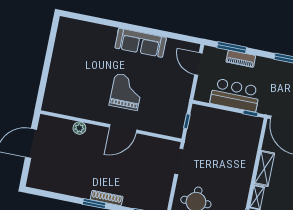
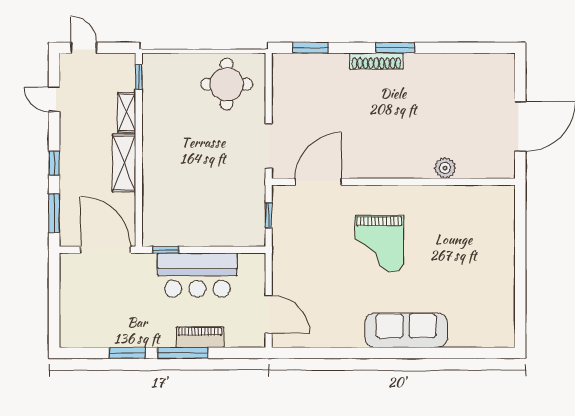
sofa: (141, 43) -> (406, 330), moved
window: (232, 48) -> (183, 353), moved
door: (123, 129) -> (318, 182), moved

